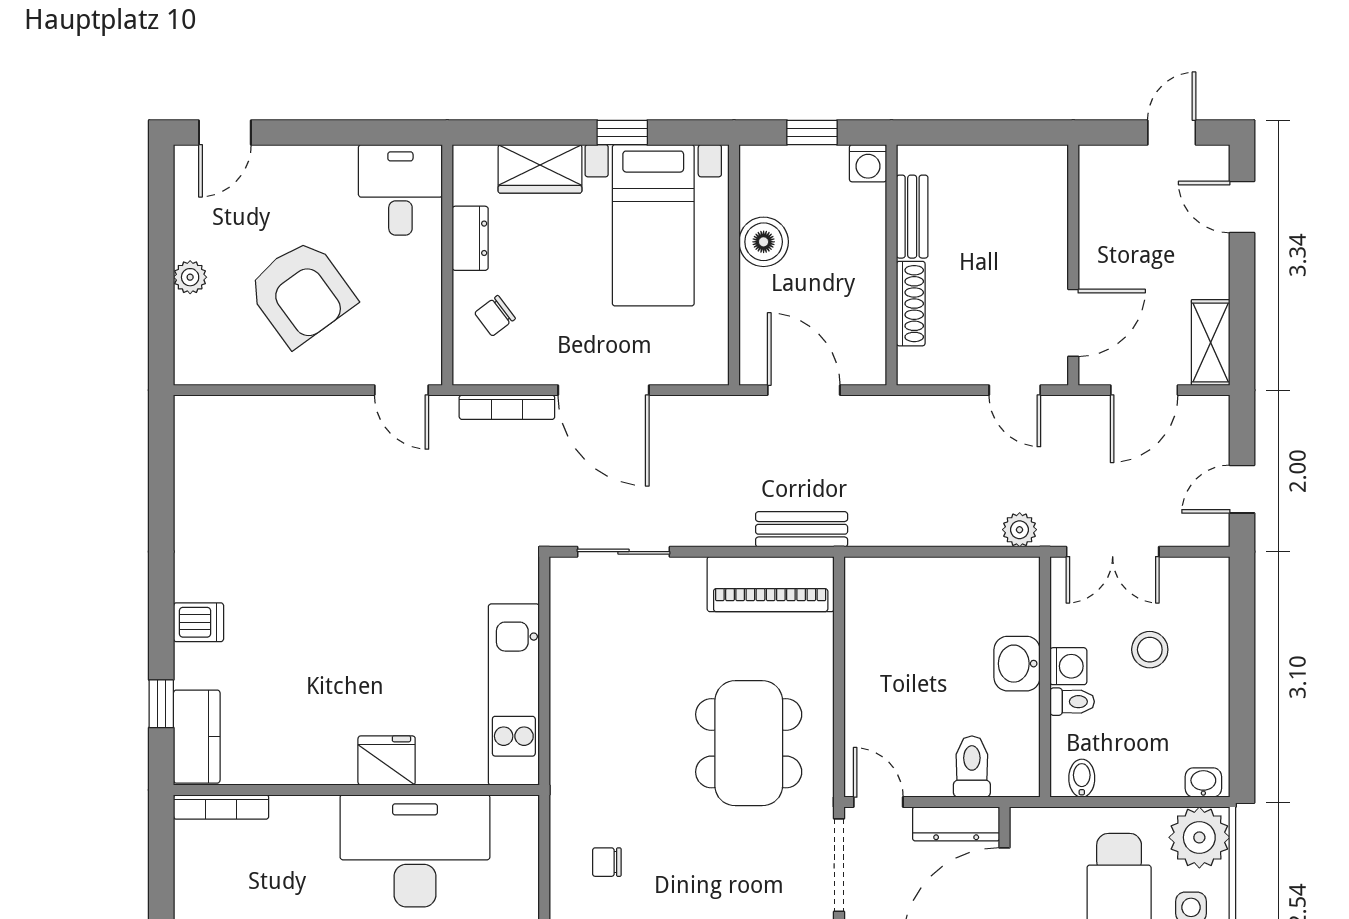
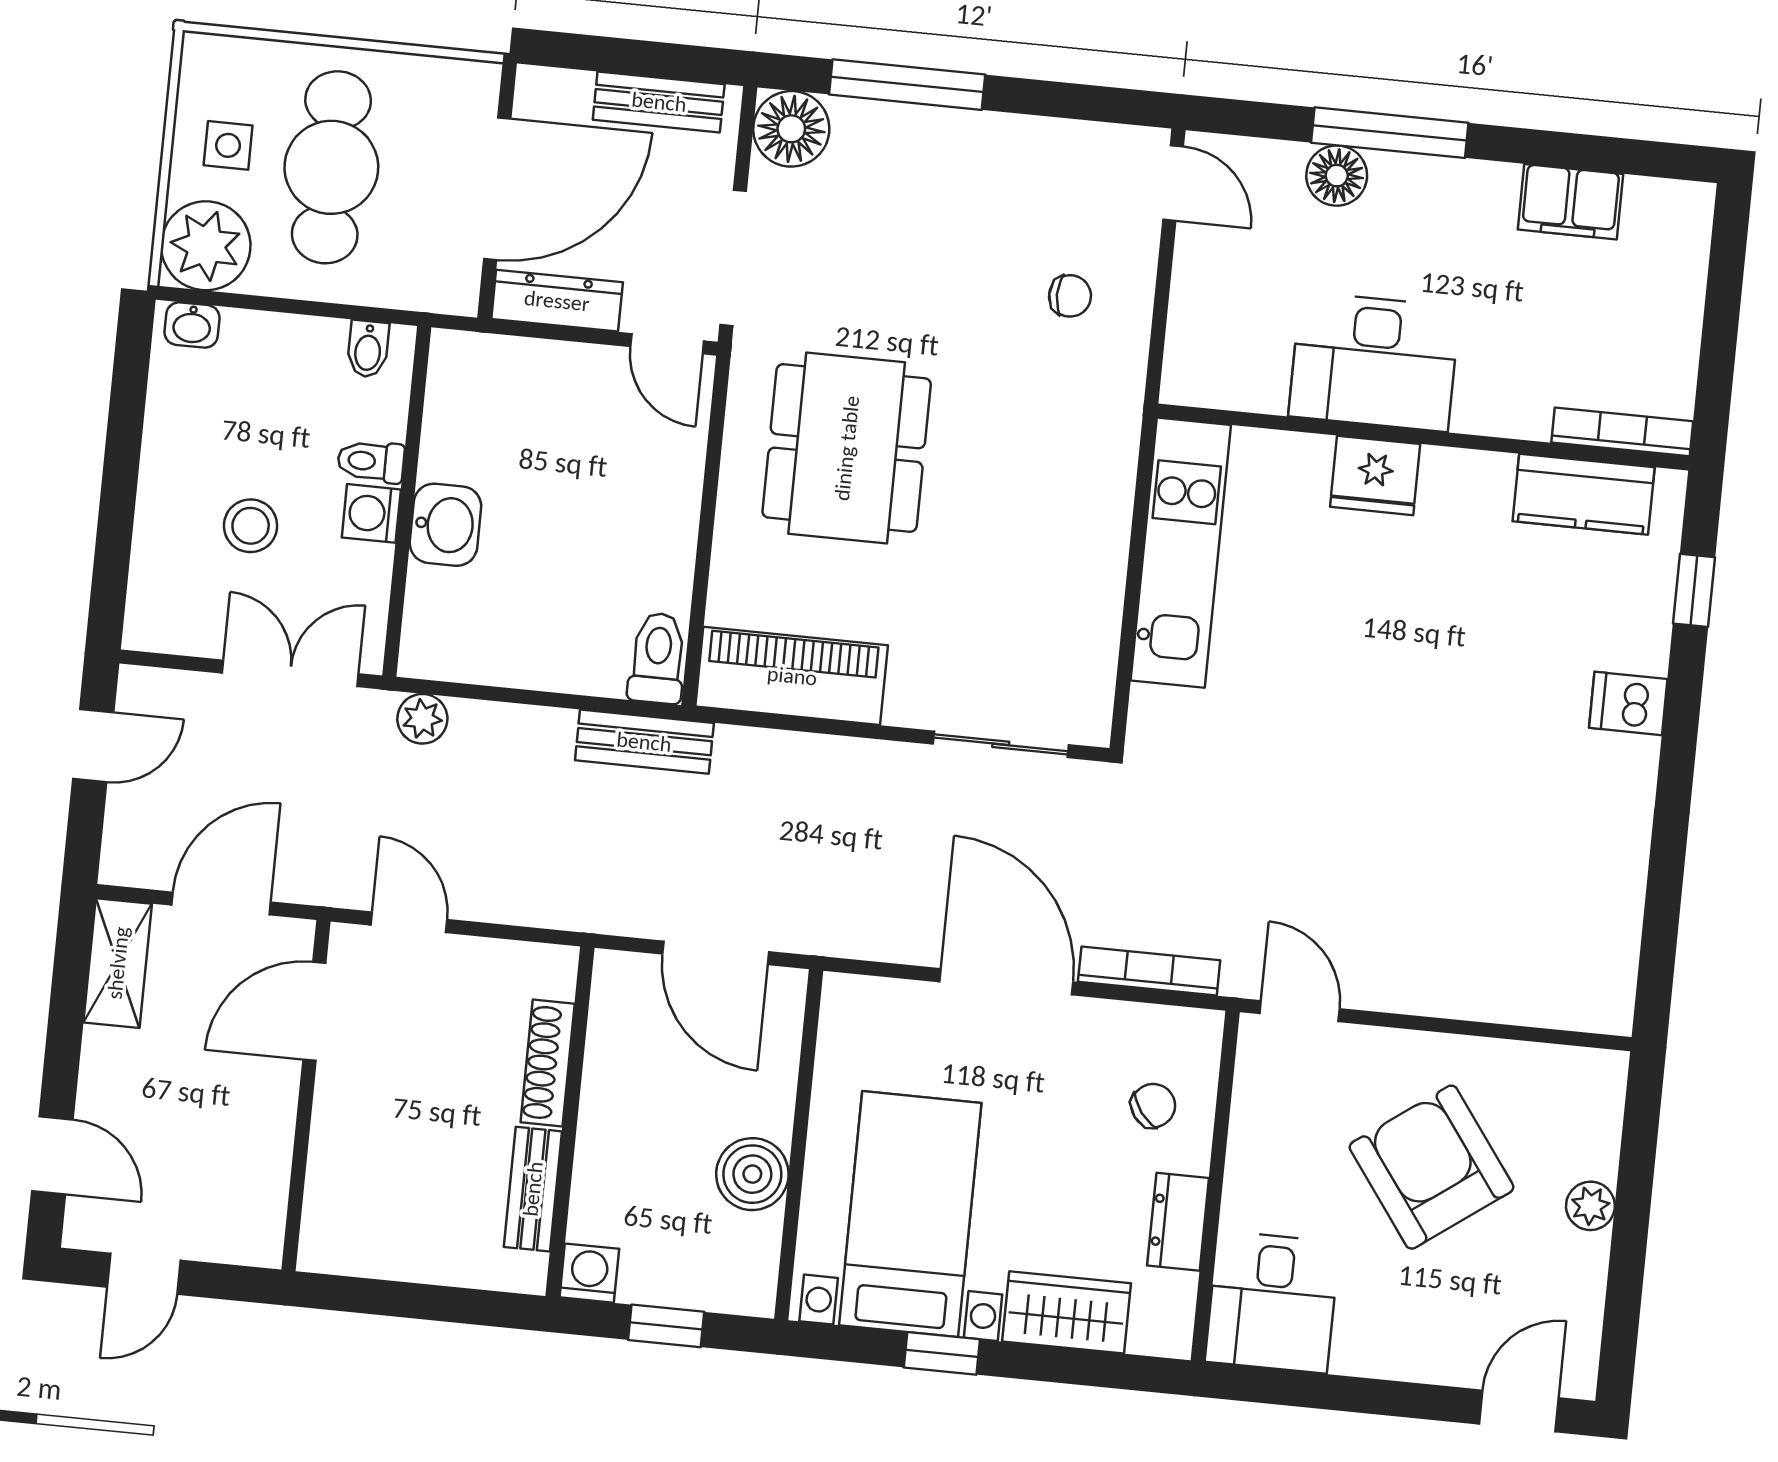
bench: (802, 529) -> (644, 742), moved
kitchen counter: (197, 737) -> (1584, 494), moved, turned -90
toilet: (972, 767) -> (658, 658), moved, turned 180
desk: (415, 851) -> (1374, 362), width x0.73, depth x0.77

